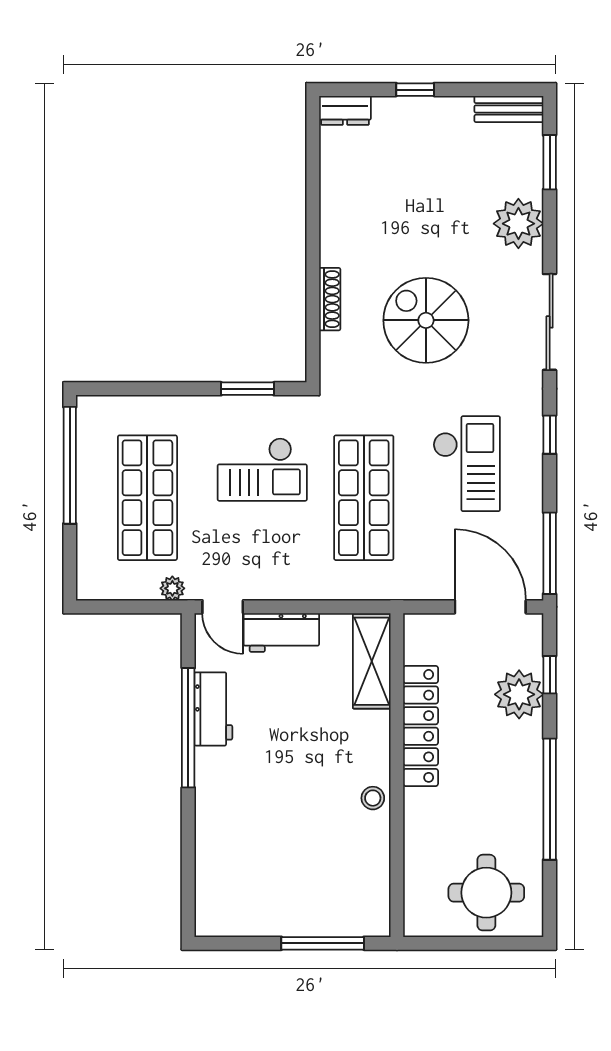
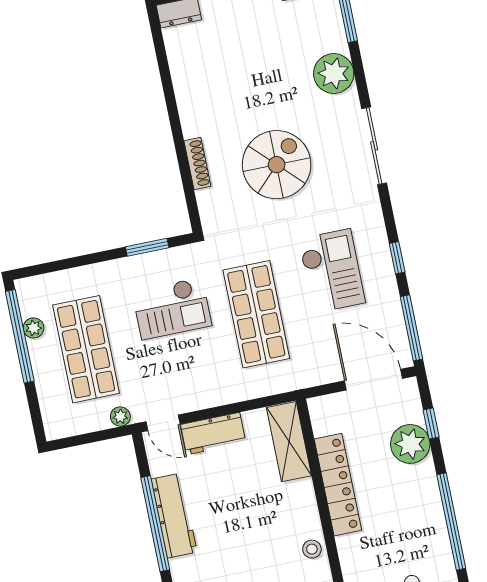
spiral stairs: (426, 320) -> (277, 165), turned 90
window: (550, 435) -> (397, 258), moved
plant: (89, 459) -> (34, 328), added
workbench: (213, 709) -> (174, 516), width x1.38

